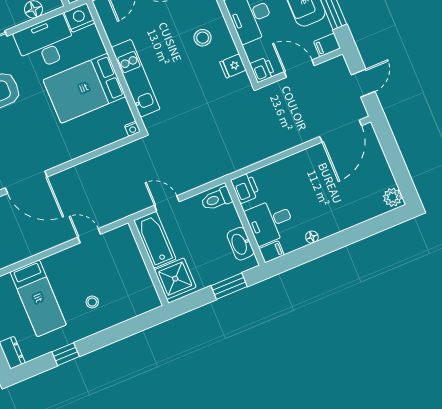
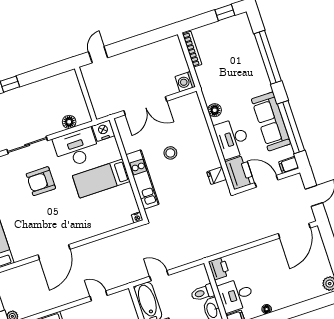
stool: (203, 38) -> (170, 153), moved
printer: (262, 70) -> (240, 172), width x1.87, depth x1.48
bed: (84, 88) -> (101, 179), width x0.67
door: (26, 182) -> (54, 252), hinge flipped
toilet: (216, 199) -> (203, 293), moved

